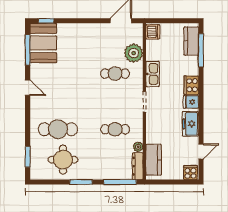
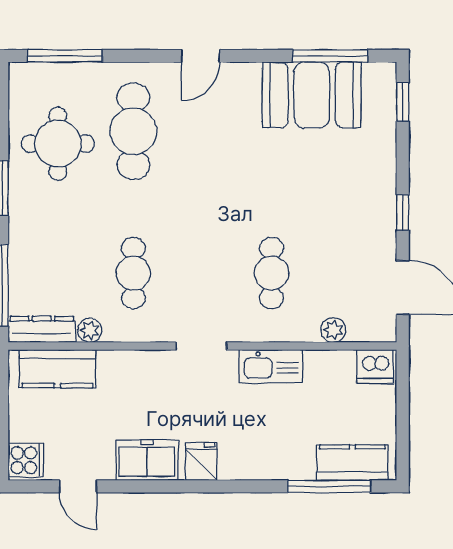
window: (91, 21) -> (403, 213), added
booth: (43, 43) -> (312, 95), moved
plant: (134, 53) -> (333, 330), width x0.53, depth x0.53
cooker: (191, 85) -> (243, 462), removed
door: (28, 88) -> (201, 56), moved
window: (28, 157) -> (65, 56), width x1.44

